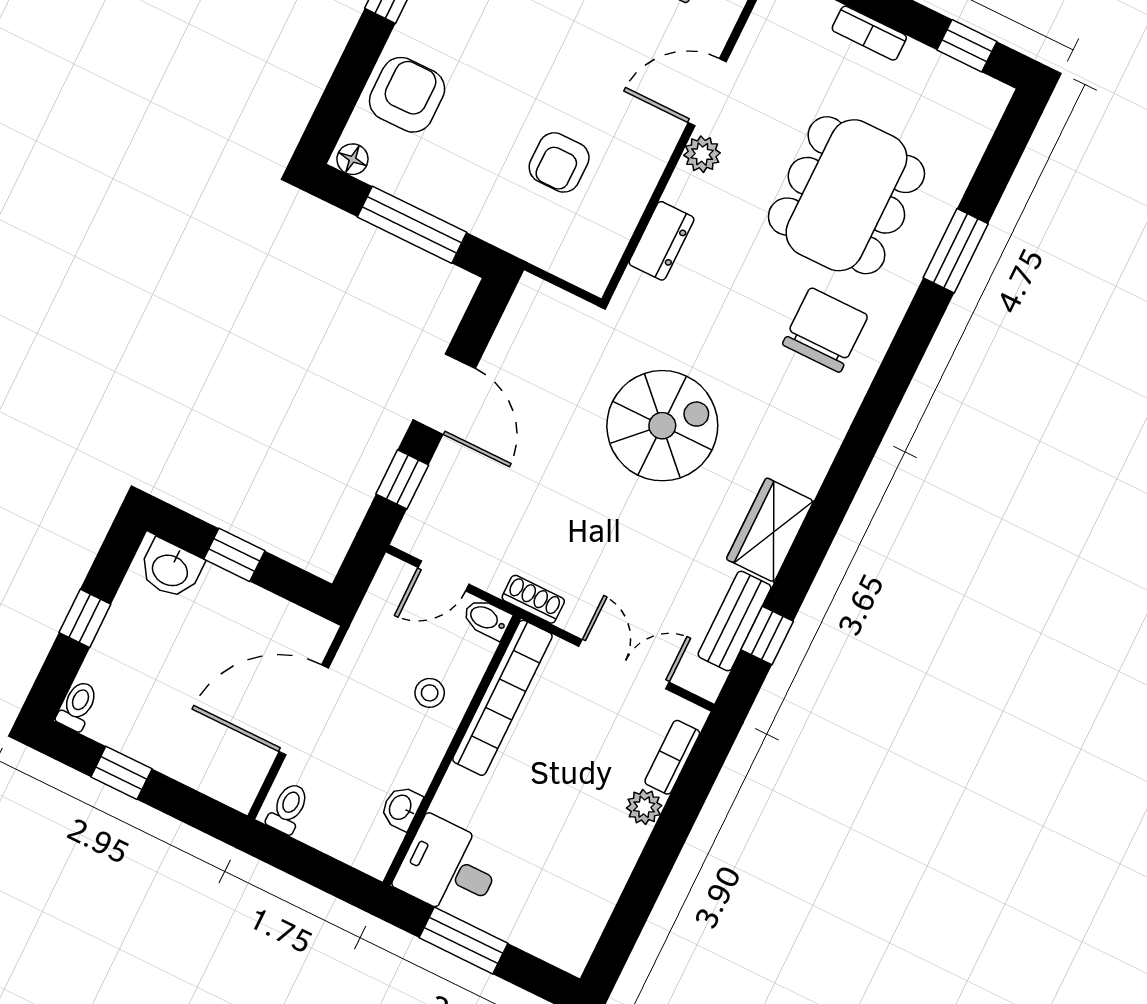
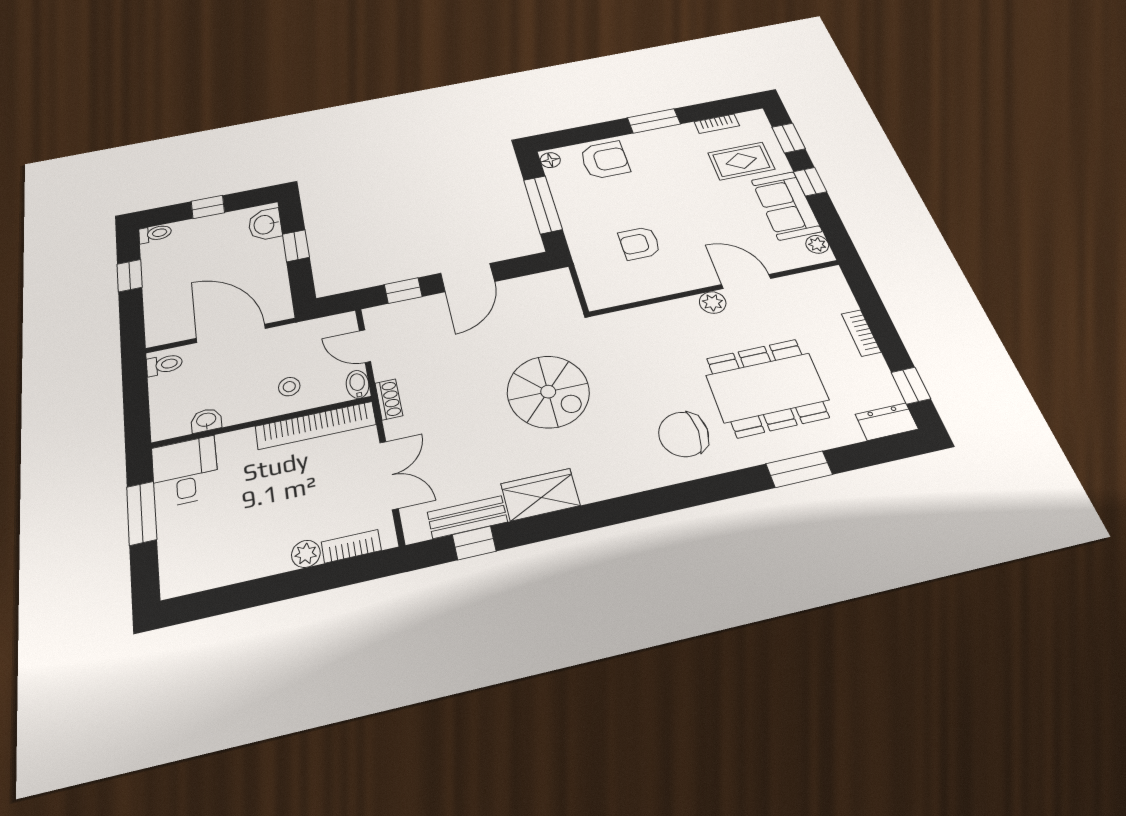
dresser: (661, 241) -> (887, 422), moved, turned 180
chair: (825, 330) -> (684, 434), turned 180

